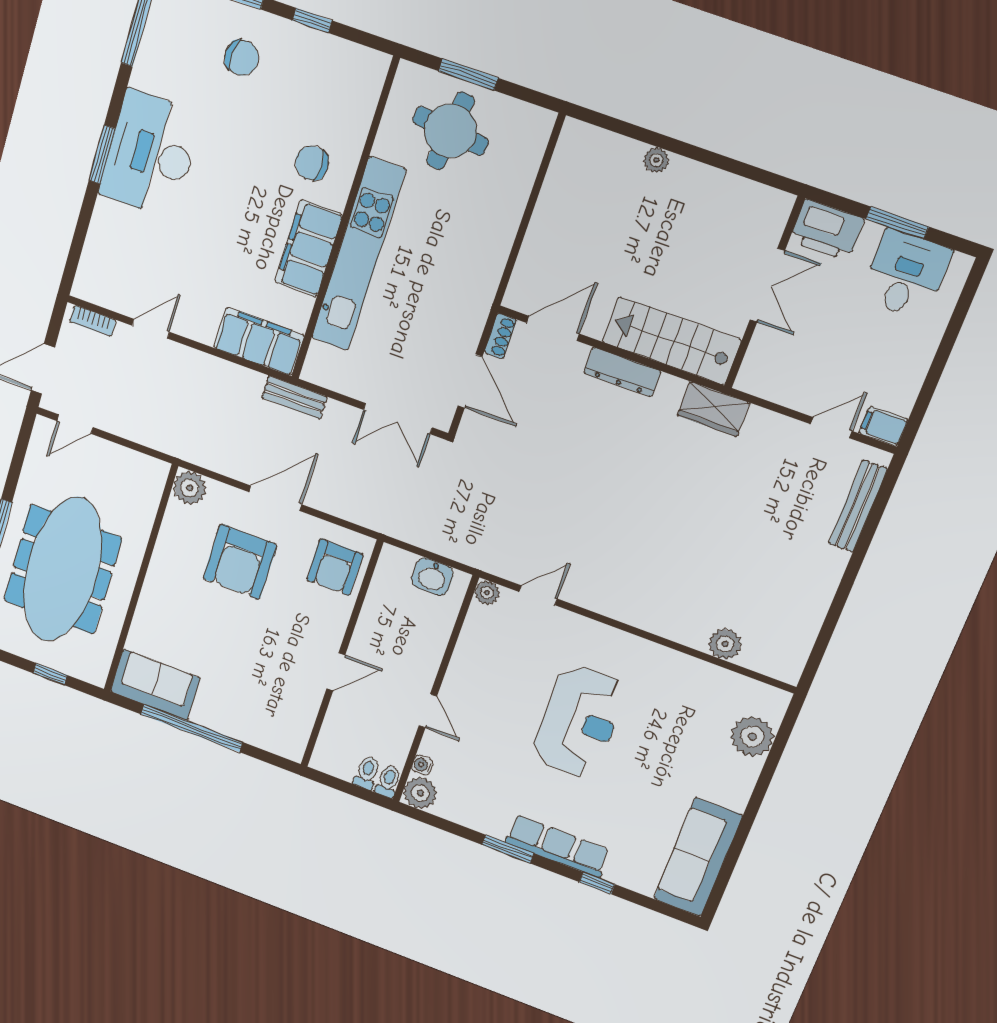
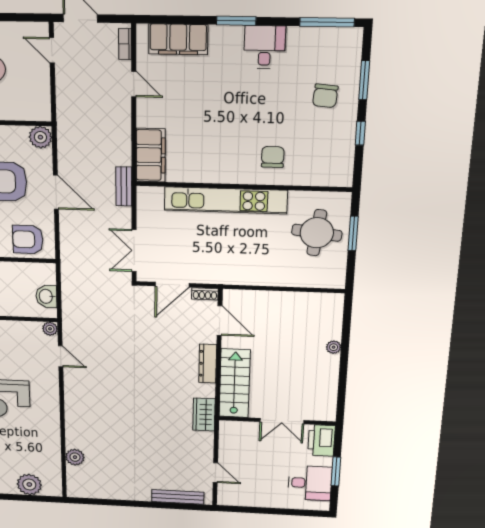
desk: (150, 154) -> (265, 47), width x0.53, depth x0.77
filing cabinet: (309, 248) -> (178, 39), moved, turned 180
filing cabinet: (883, 426) -> (225, 496), removed

